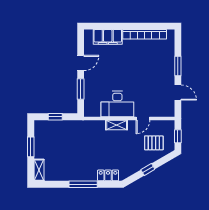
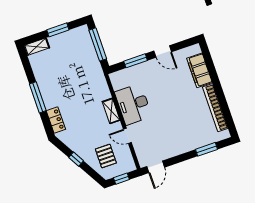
window: (178, 66) -> (207, 149), moved
door: (178, 93) -> (156, 167), moved
window: (55, 117) -> (98, 44), width x2.17

